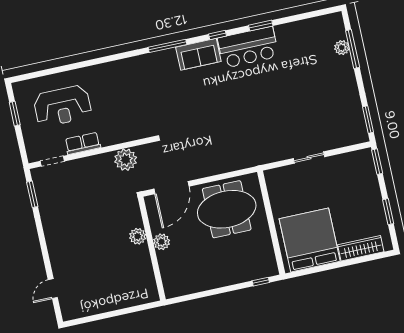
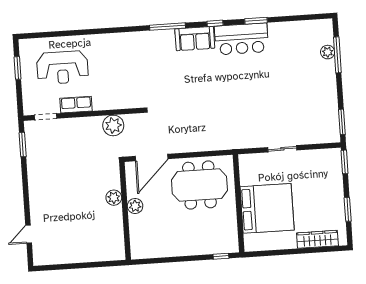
bed: (310, 240) -> (267, 208), moved, turned 90

